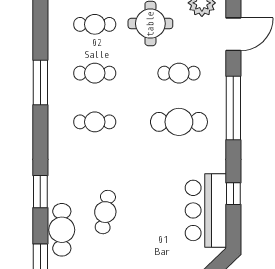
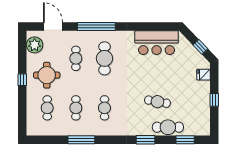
window: (233, 194) -> (147, 26), removed

